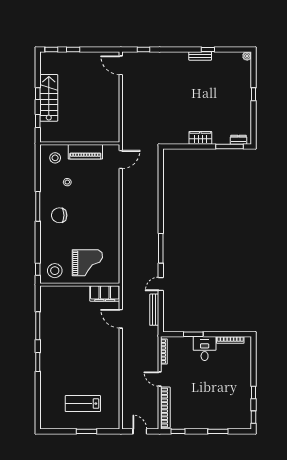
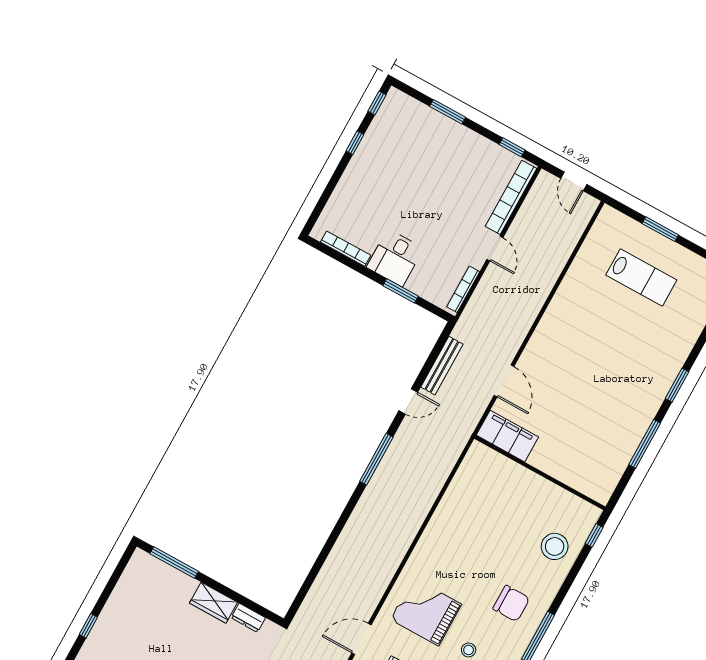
dresser: (239, 140) -> (248, 618), moved
grand piano: (87, 263) -> (426, 612), moved
stool: (55, 271) -> (555, 546), moved

